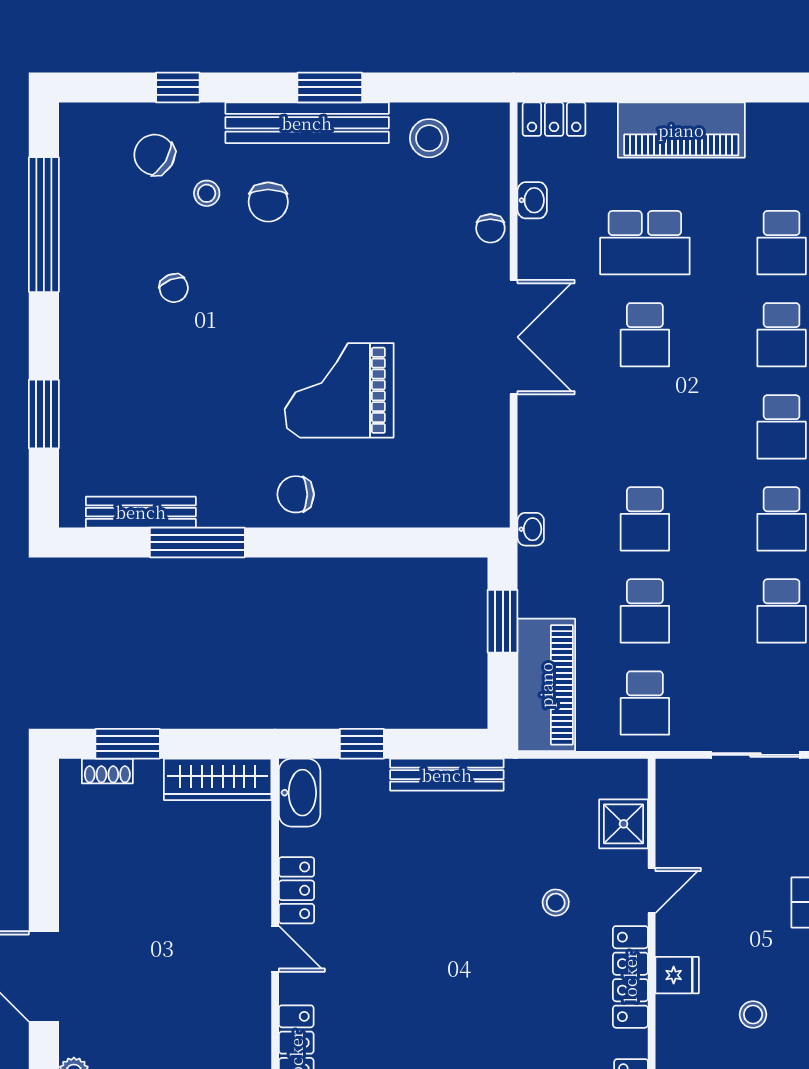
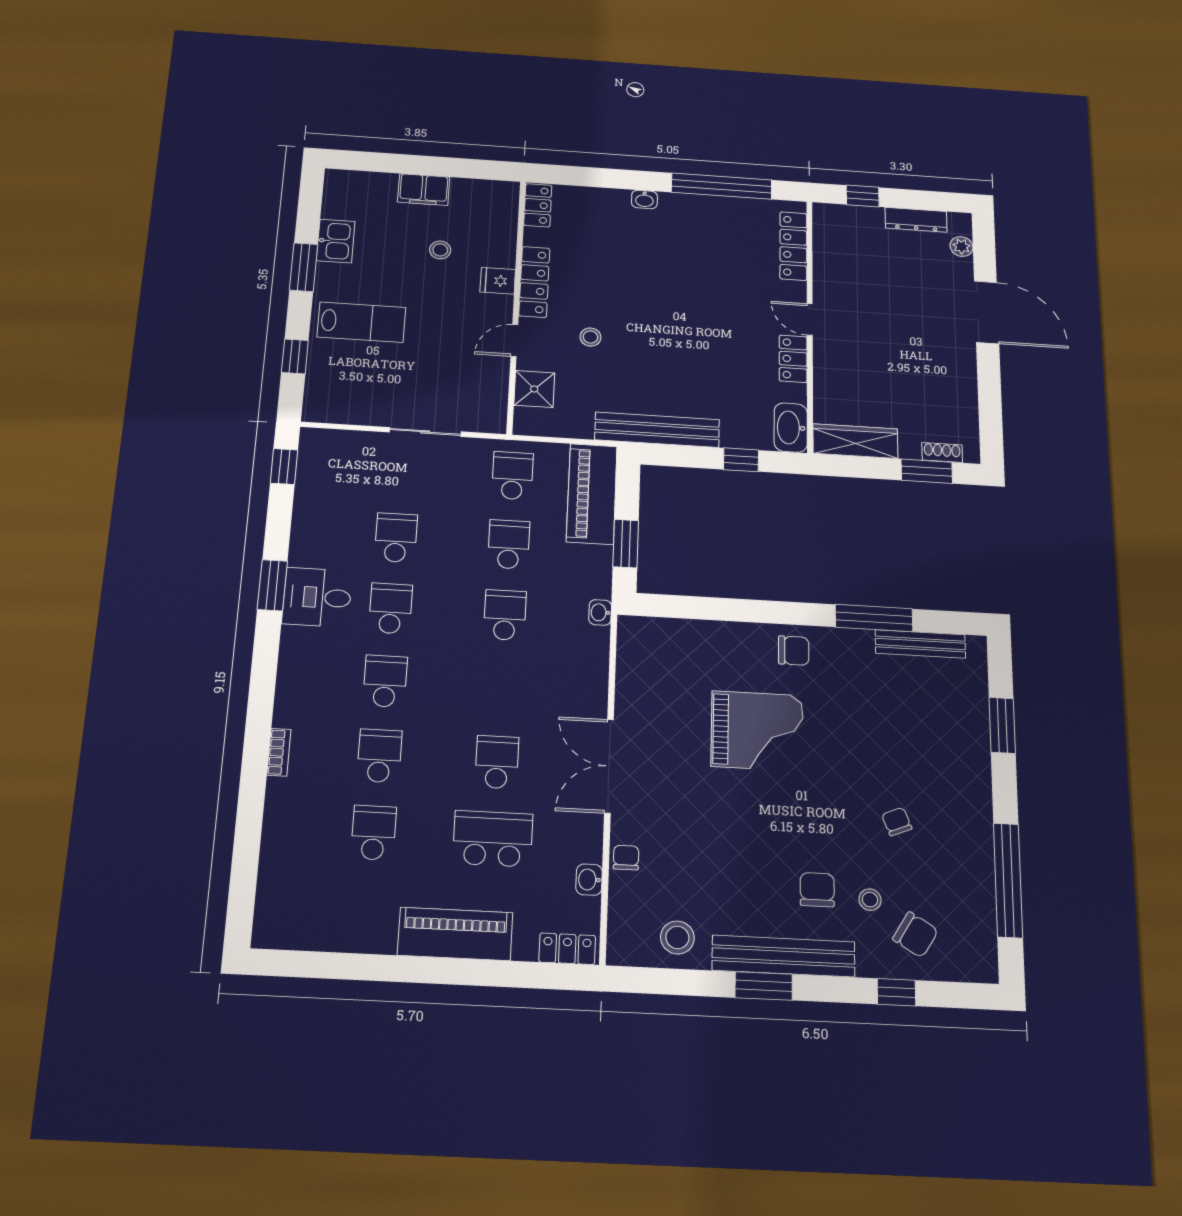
bench: (447, 775) -> (657, 430), width x1.37, depth x1.21

